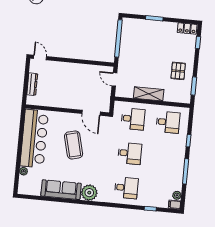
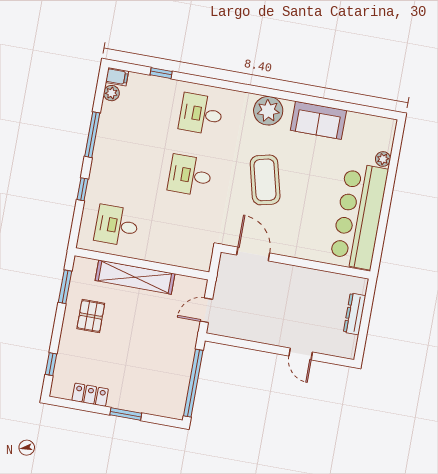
locker: (187, 29) -> (90, 395), moved
door: (40, 57) -> (301, 354), moved
door: (114, 79) -> (206, 310), swing flipped
shelving: (149, 94) -> (135, 277), width x1.47
desk: (133, 119) -> (179, 237), removed
coffee table: (74, 145) -> (265, 180), moved
sofa: (61, 190) -> (318, 120), width x0.73

